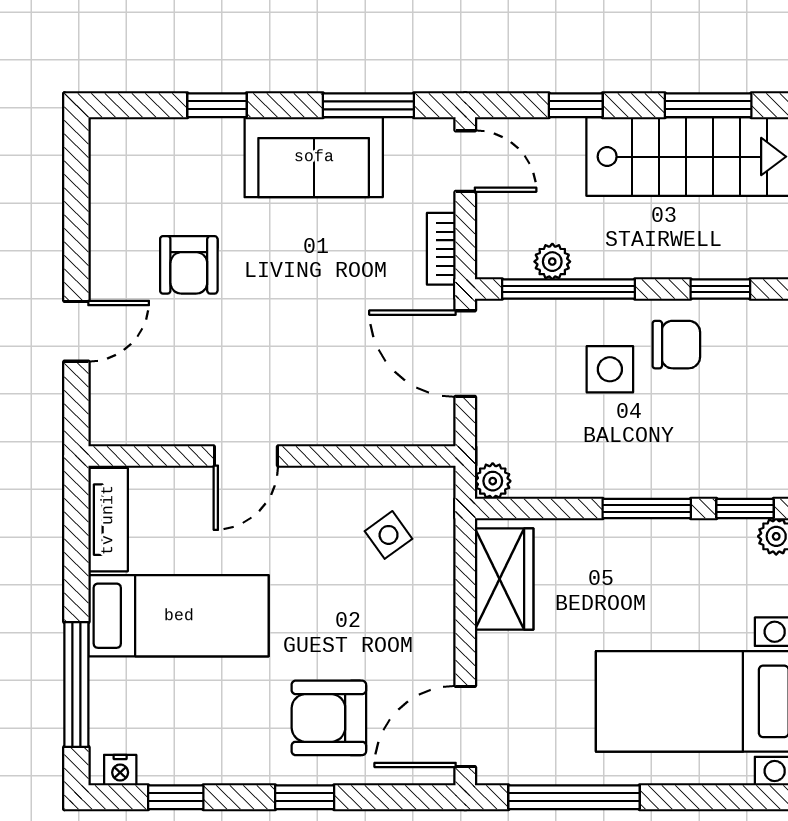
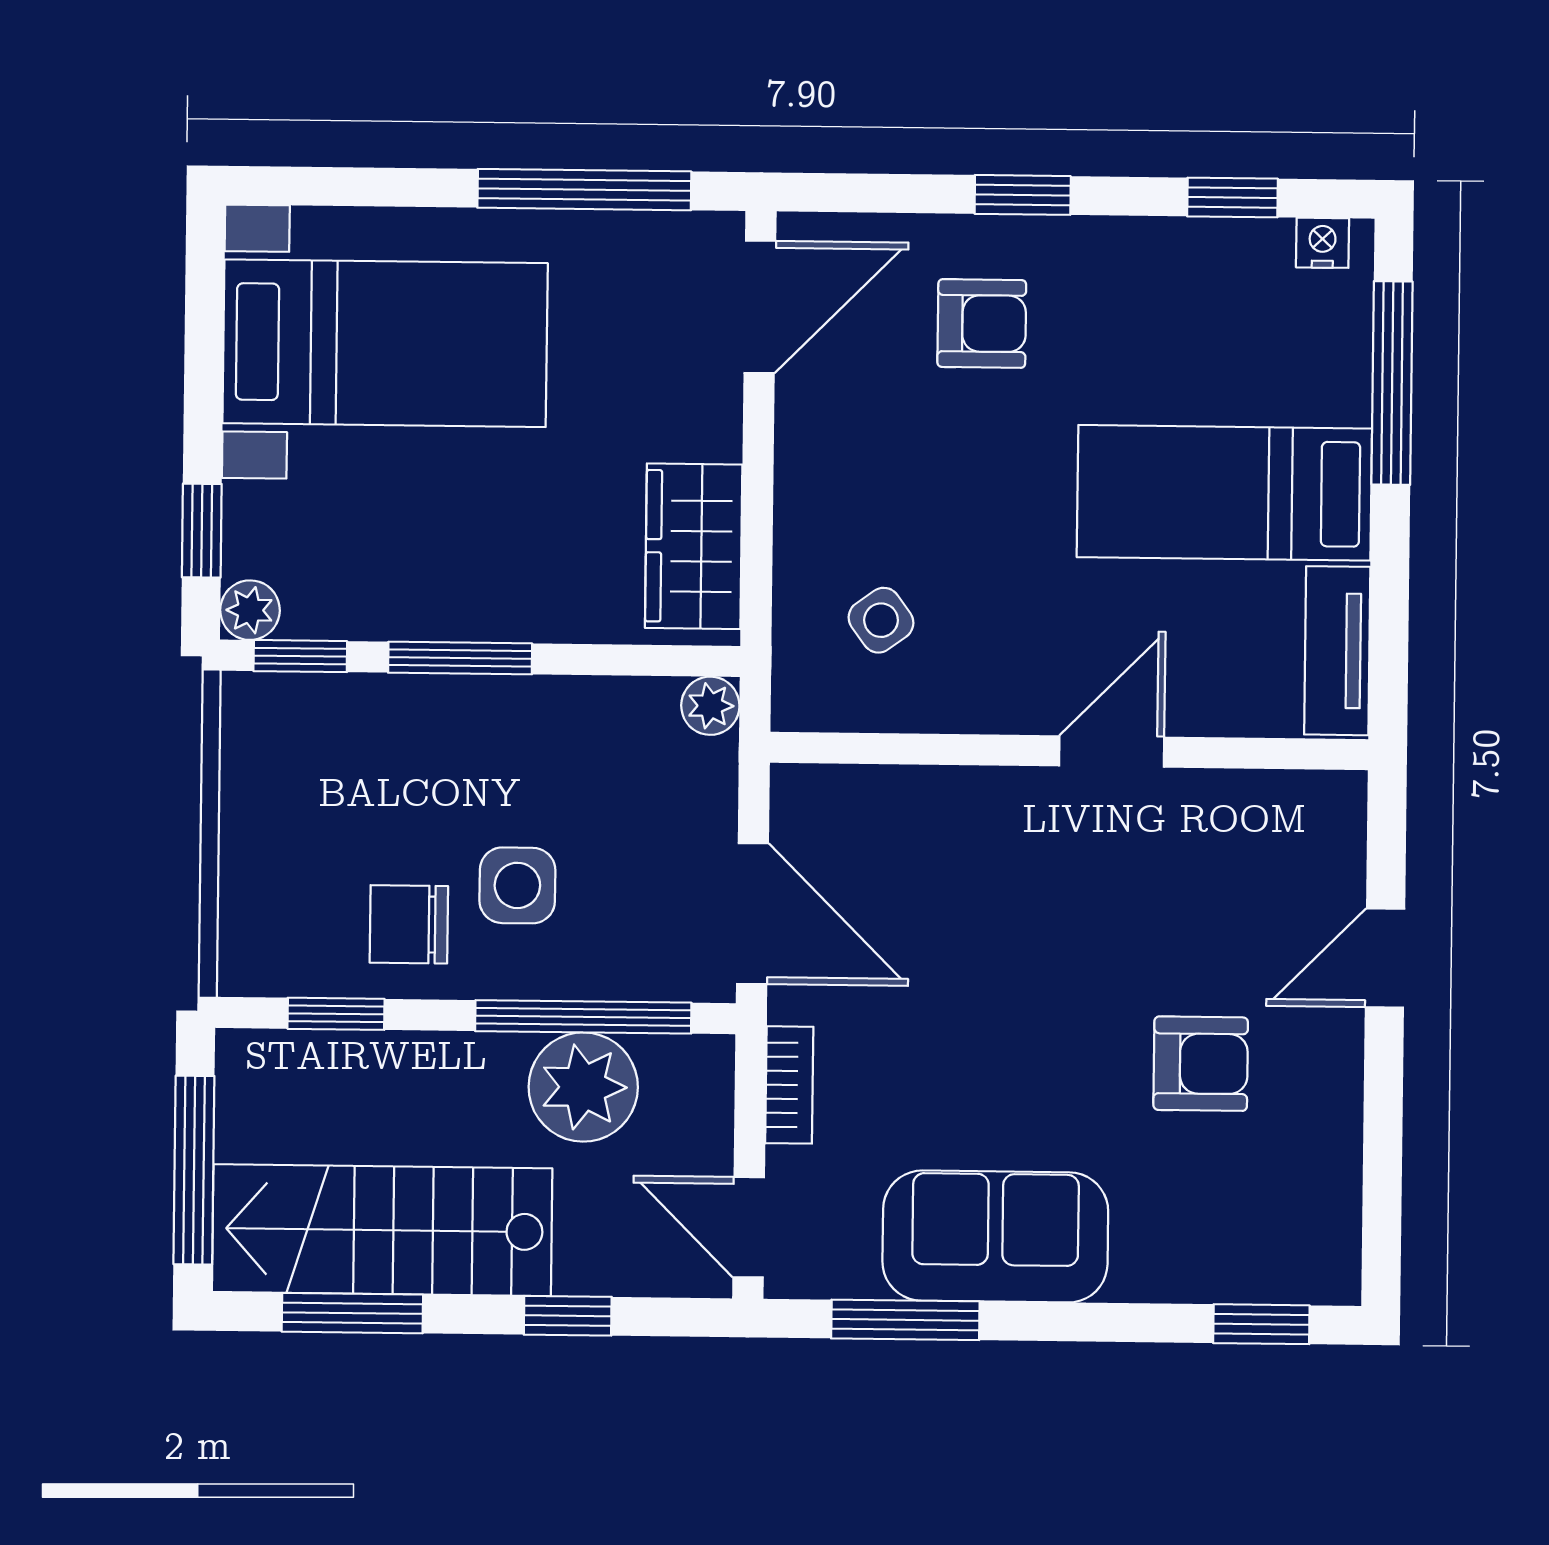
window: (217, 105) -> (1261, 1324), moved
plant: (552, 262) -> (583, 1087), width x1.88, depth x1.88
armchair: (189, 265) -> (1201, 1064), turned 90
armchair: (329, 718) -> (982, 324), width x0.72, depth x0.72

